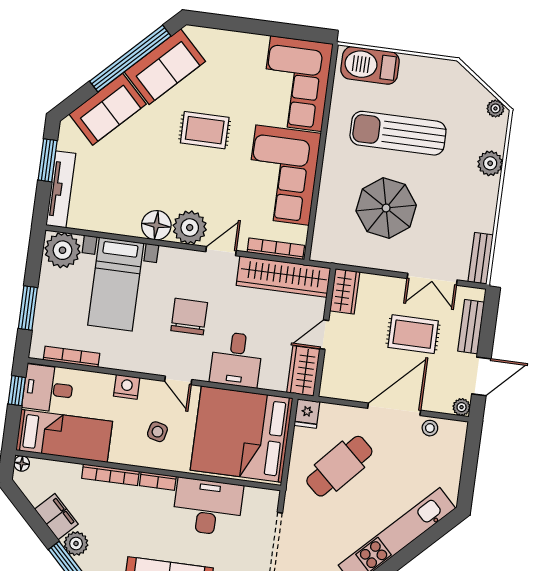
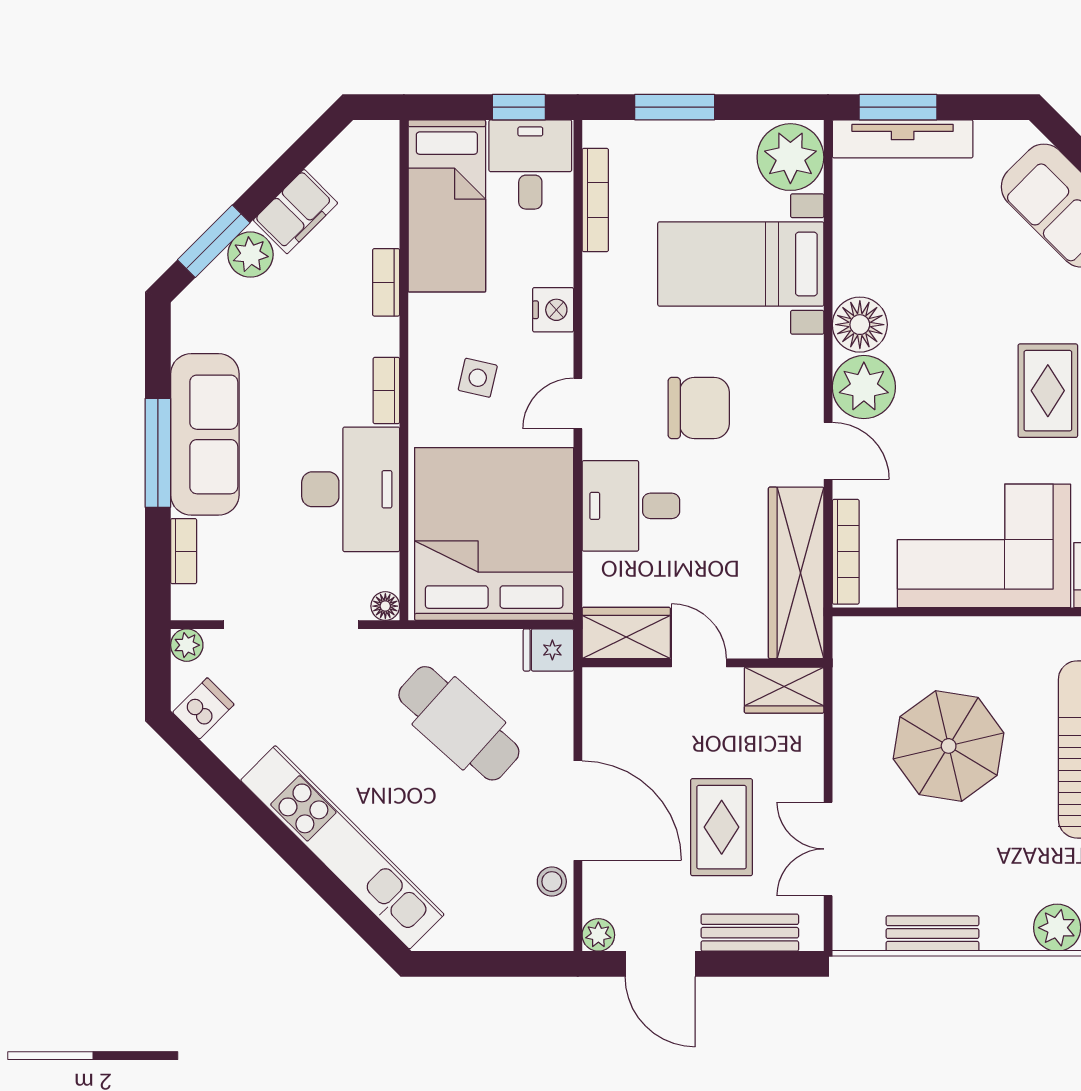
window: (48, 160) -> (898, 107), moved
bench: (481, 258) -> (932, 934), moved
floor lamp: (22, 463) -> (385, 606), moved
bookcase: (110, 475) -> (386, 282), width x0.64

